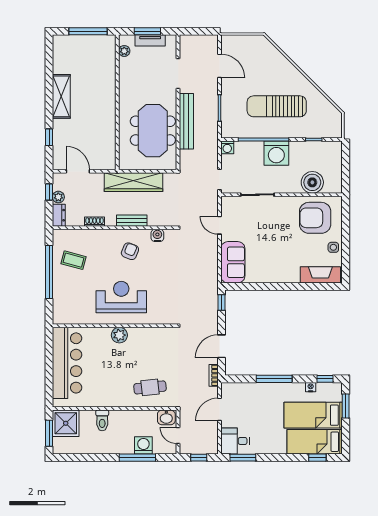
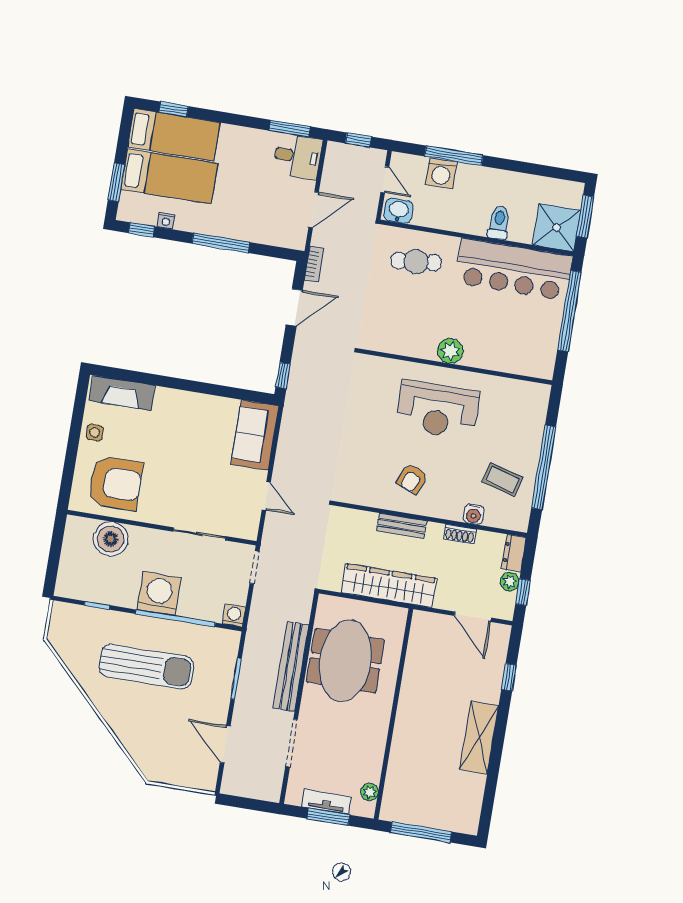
water cooler: (157, 235) -> (474, 514), moved
bar counter: (67, 363) -> (514, 269), moved, turned -90
window: (49, 372) -> (569, 311), added

